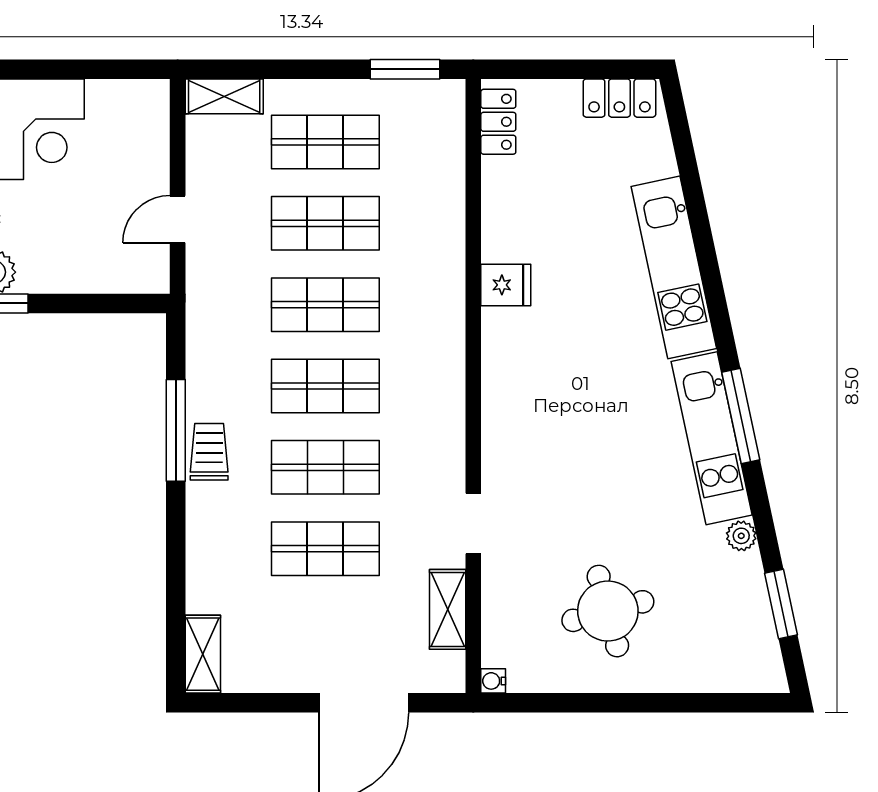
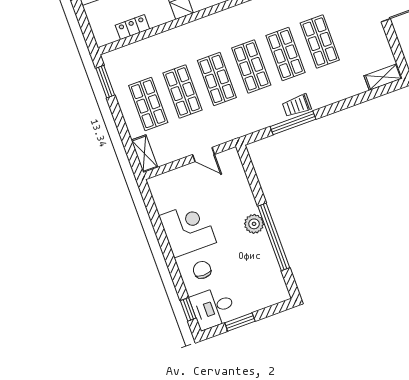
locker: (498, 122) -> (132, 27), moved

